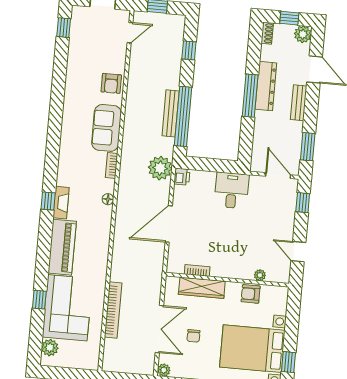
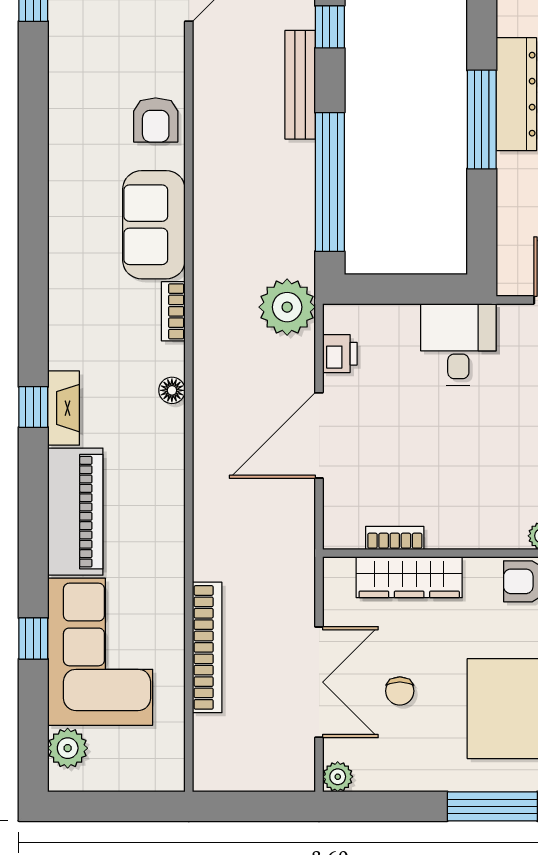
bench: (171, 113) -> (300, 85), moved
printer: (182, 177) -> (340, 354), moved

